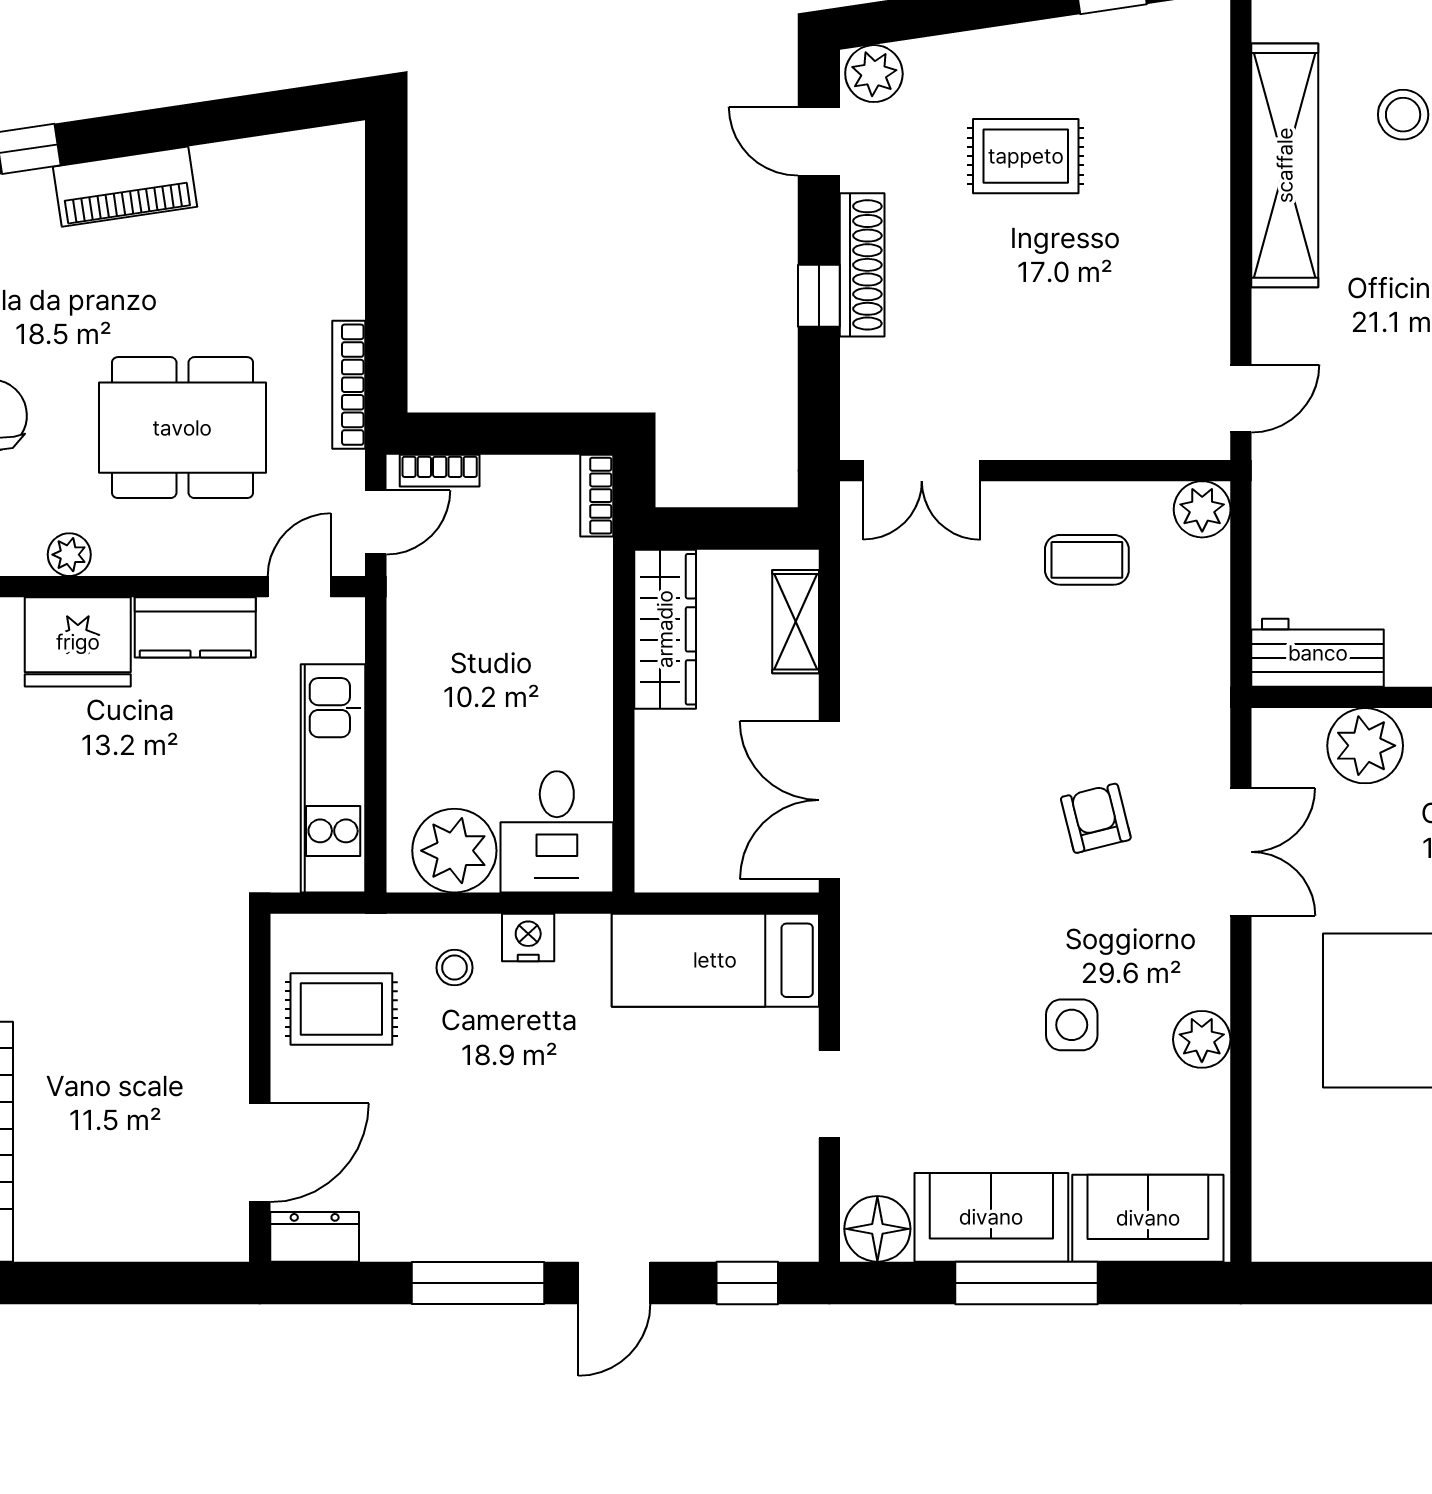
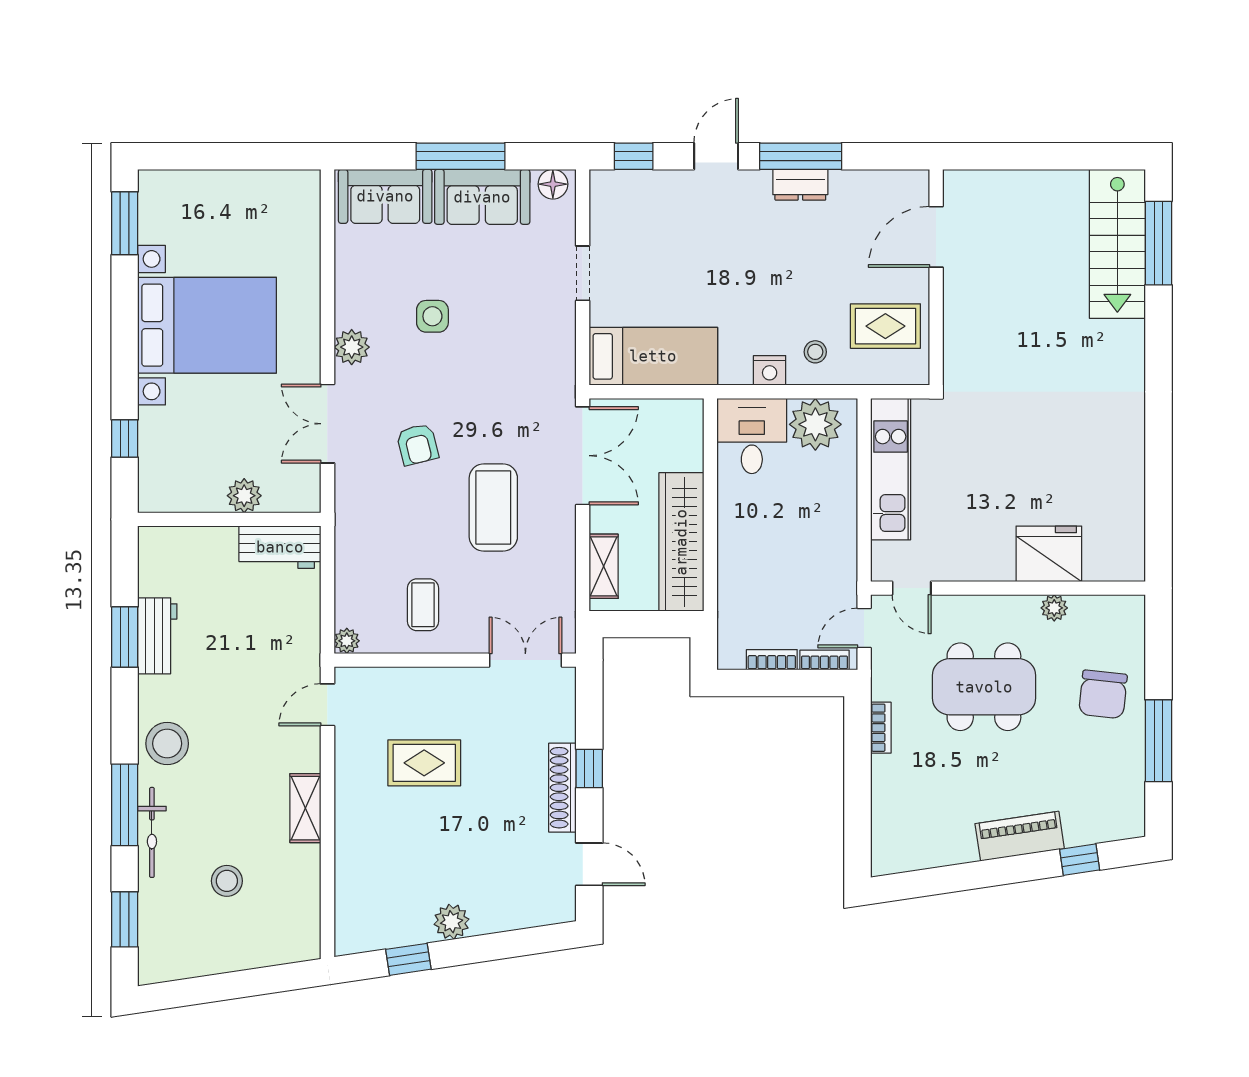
plant: (874, 74) -> (452, 922), moved
rug: (1026, 156) -> (424, 763), moved
shelving: (1285, 165) -> (305, 808), width x0.45, depth x0.75
bookcase: (349, 385) -> (881, 728), width x0.64
bookcase: (597, 496) -> (772, 660), moved, turned -90
plant: (1202, 509) -> (347, 641), width x0.73, depth x0.73
coffee table: (1087, 560) -> (423, 605), turned 90
door: (299, 587) -> (912, 588), hinge flipped
kitchen counter: (195, 627) -> (976, 563), removed
wardrobe: (665, 629) -> (681, 542), width x1.40, depth x1.17
coffee table: (973, 717) -> (493, 507), added
plant: (1365, 746) -> (244, 496), width x0.73, depth x0.73
plant: (1202, 1039) -> (352, 347), moved
floor lamp: (877, 1229) -> (553, 184), width x0.73, depth x0.73
dresser: (315, 1237) -> (800, 185), moved

